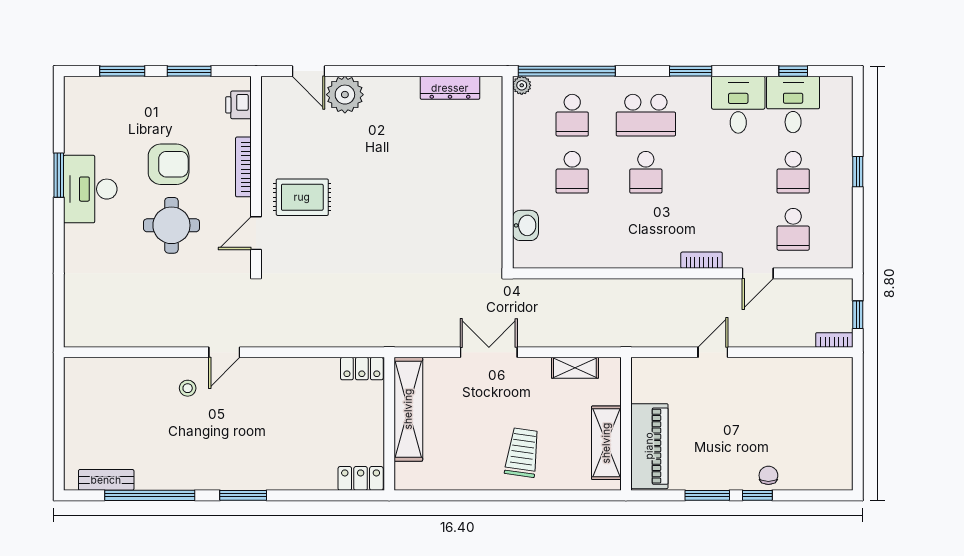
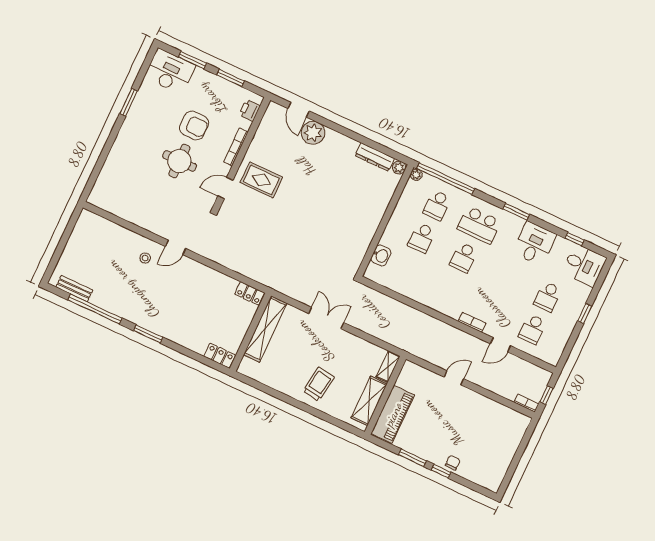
plant: (492, 87) -> (399, 168), added
desk: (793, 104) -> (584, 265), moved, turned 90
desk: (90, 189) -> (170, 71), moved, turned 90
shelving: (575, 368) -> (388, 367), moved, turned 90

